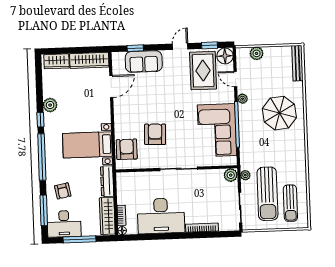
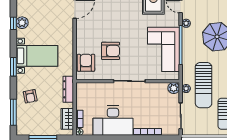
window: (40, 120) -> (13, 23), moved
armchair: (155, 134) -> (111, 51), turned 88
bed with nightstands: (87, 145) -> (37, 56), moved, turned 180
window: (42, 157) -> (13, 67), width x0.47
sun lounger: (267, 194) -> (204, 85), moved
wardrobe: (107, 216) -> (67, 119), width x0.67
desk: (64, 224) -> (30, 124), removed

